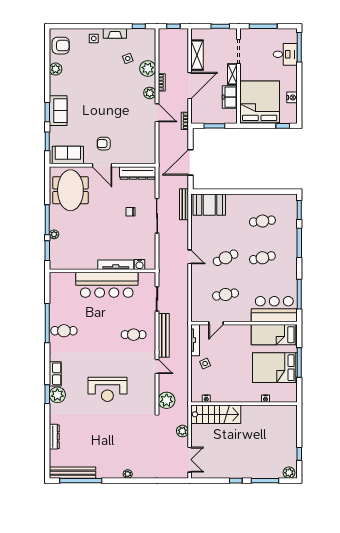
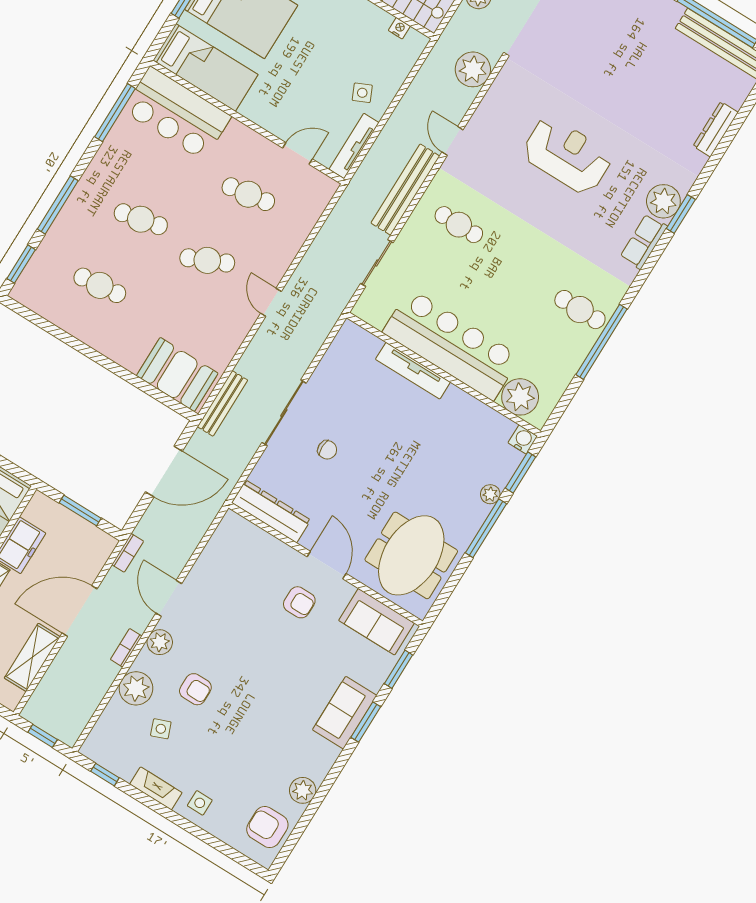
armchair: (124, 83) -> (195, 689), added
water cooler: (140, 264) -> (523, 439), moved
plant: (66, 281) -> (520, 397), added

